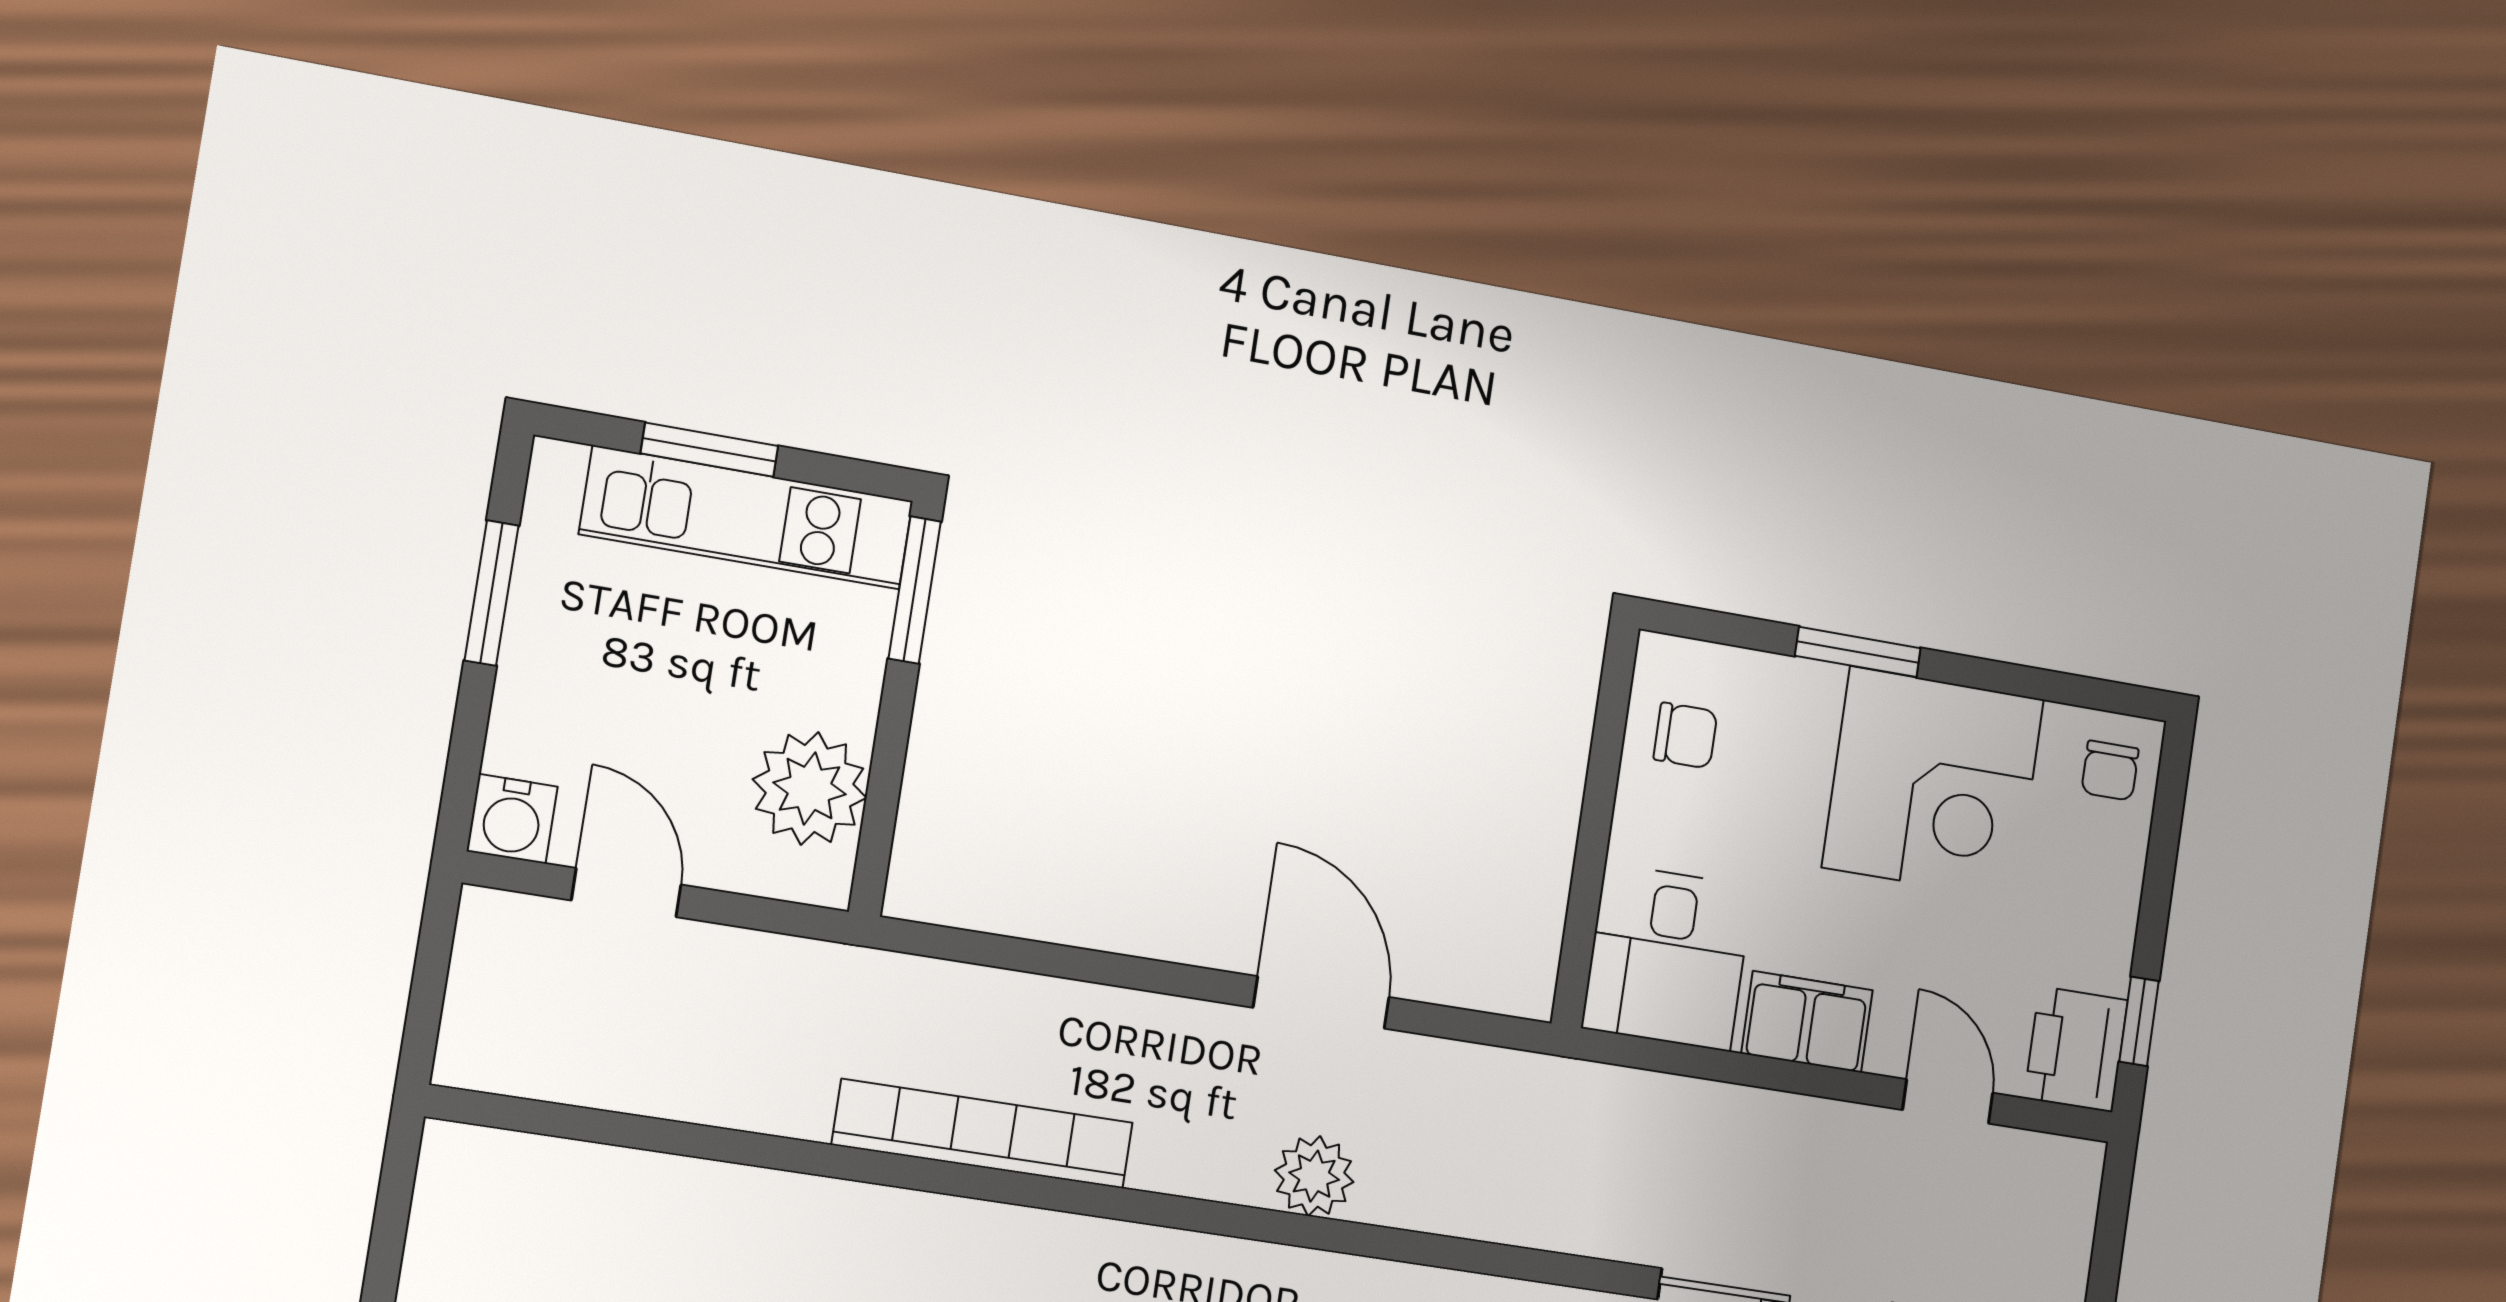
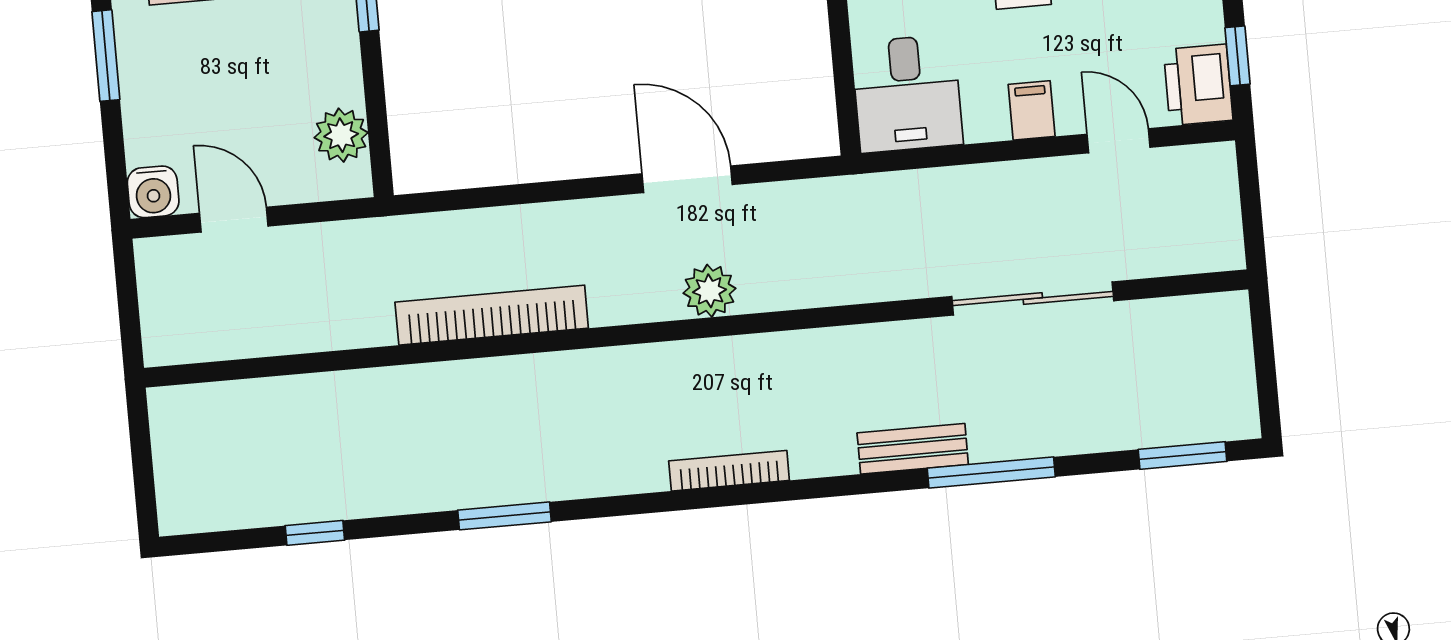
plant: (810, 788) -> (341, 135), width x0.73, depth x0.73
filing cabinet: (1807, 1022) -> (1032, 110), width x0.50

